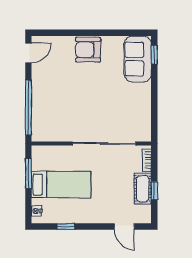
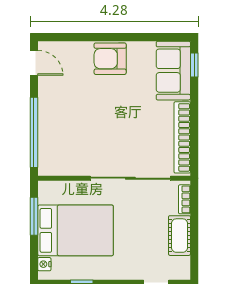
door: (28, 53) -> (34, 63), hinge flipped
bookcase: (145, 112) -> (182, 137), added
bed: (61, 185) -> (76, 230), width x1.50
window: (154, 191) -> (194, 238), removed

